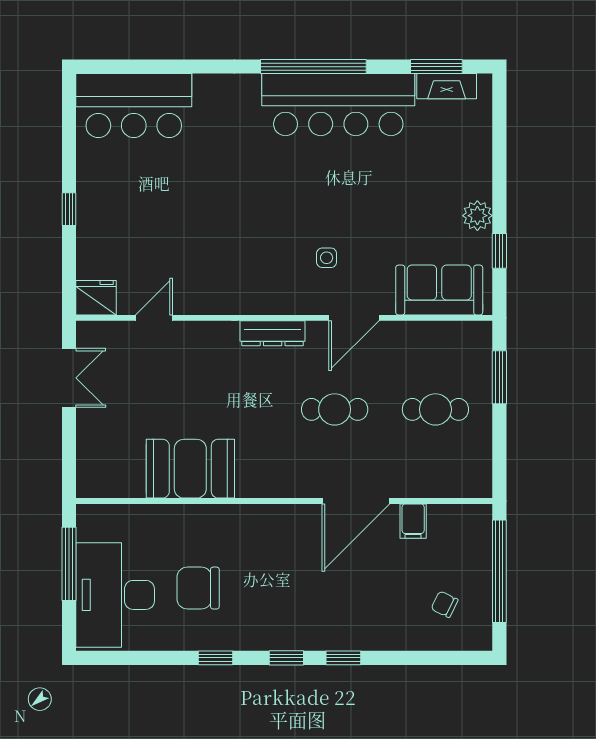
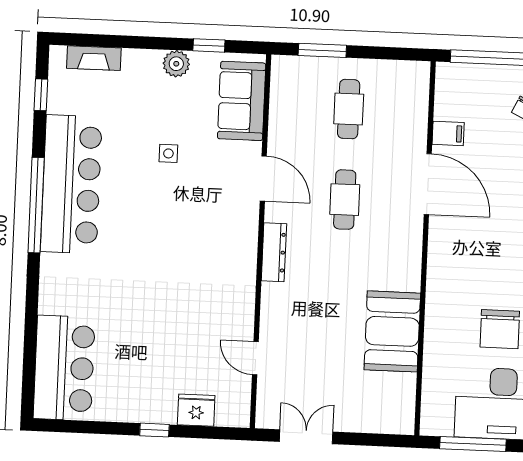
window: (436, 67) -> (41, 95), width x0.67
fireplace: (447, 86) -> (94, 58), moved, turned 90
side table: (327, 258) -> (168, 153), moved
fridge: (96, 298) -> (196, 410), moved, turned 90

